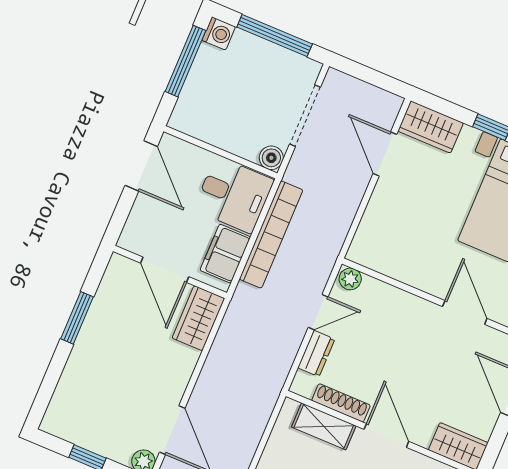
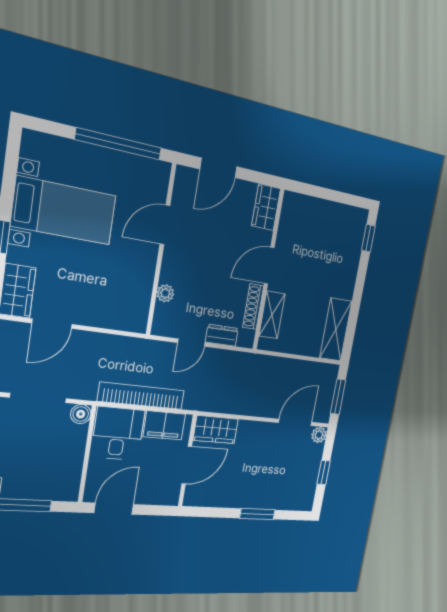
plant: (350, 279) -> (165, 293), moved
door: (318, 312) -> (191, 343), swing flipped
window: (77, 318) -> (257, 514), moved

